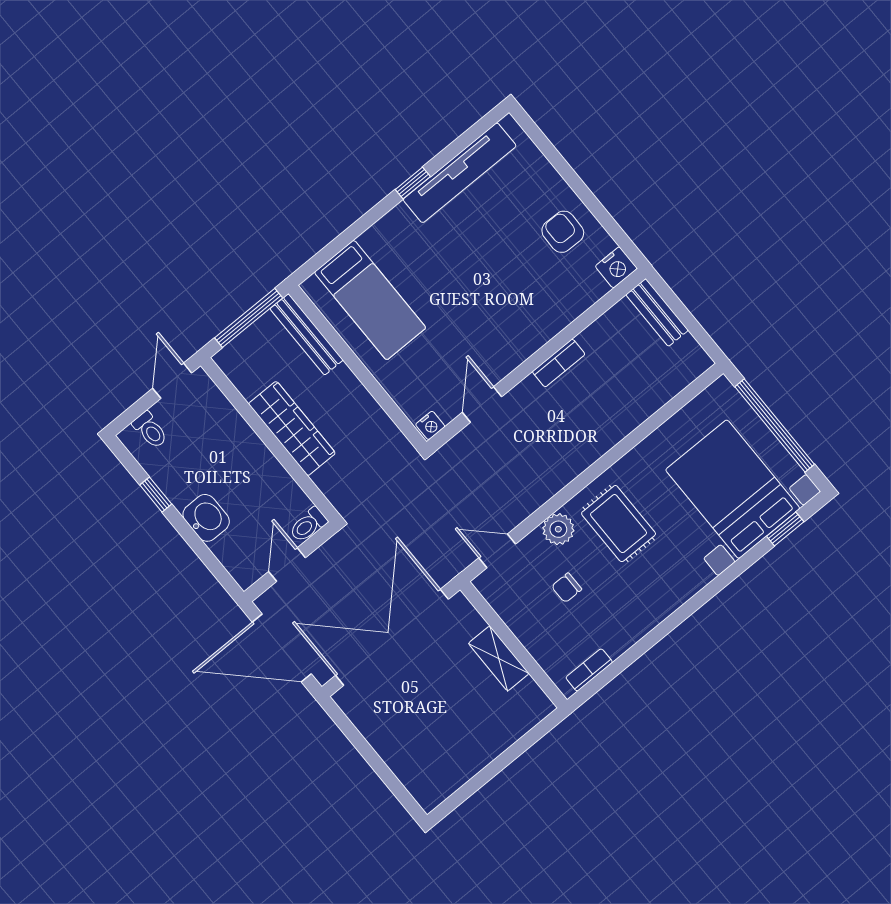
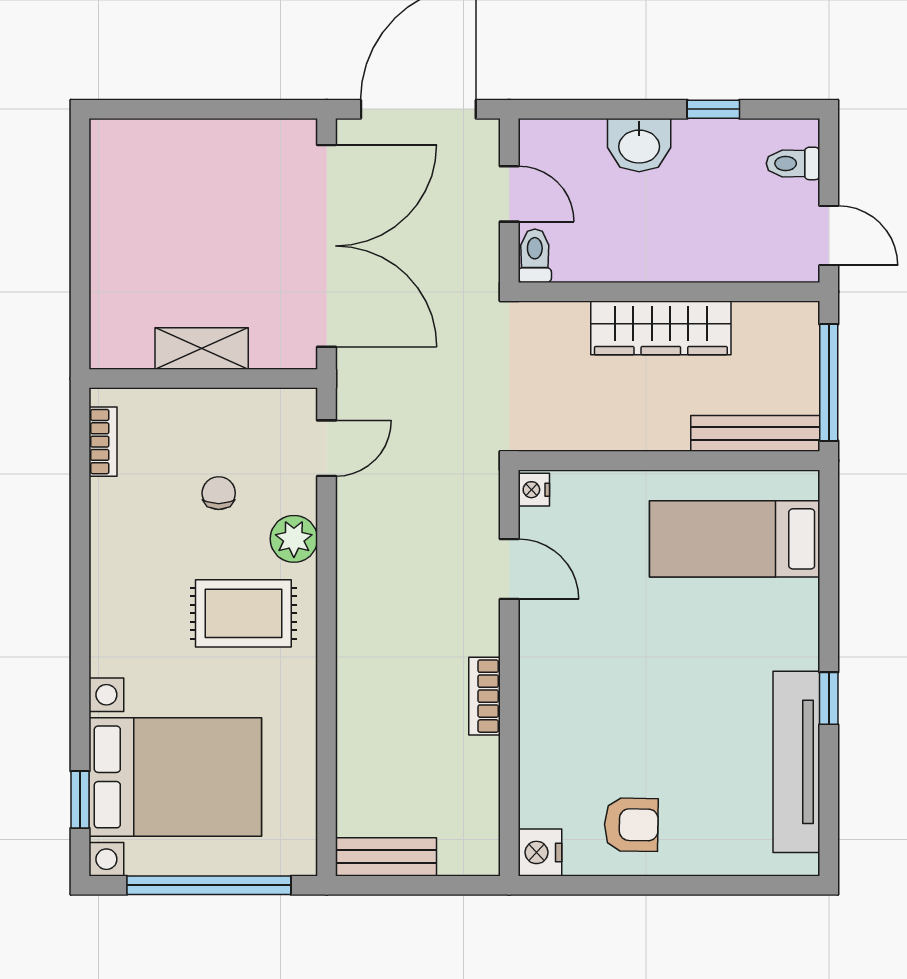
bench: (657, 312) -> (386, 857), moved

